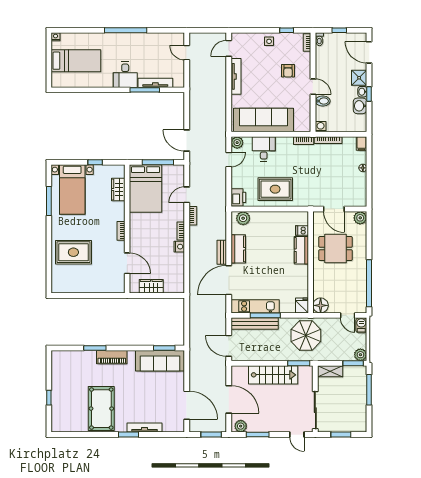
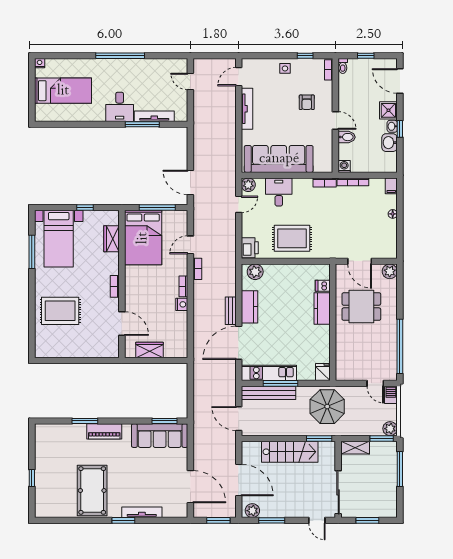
floor lamp: (321, 305) -> (344, 372), removed

